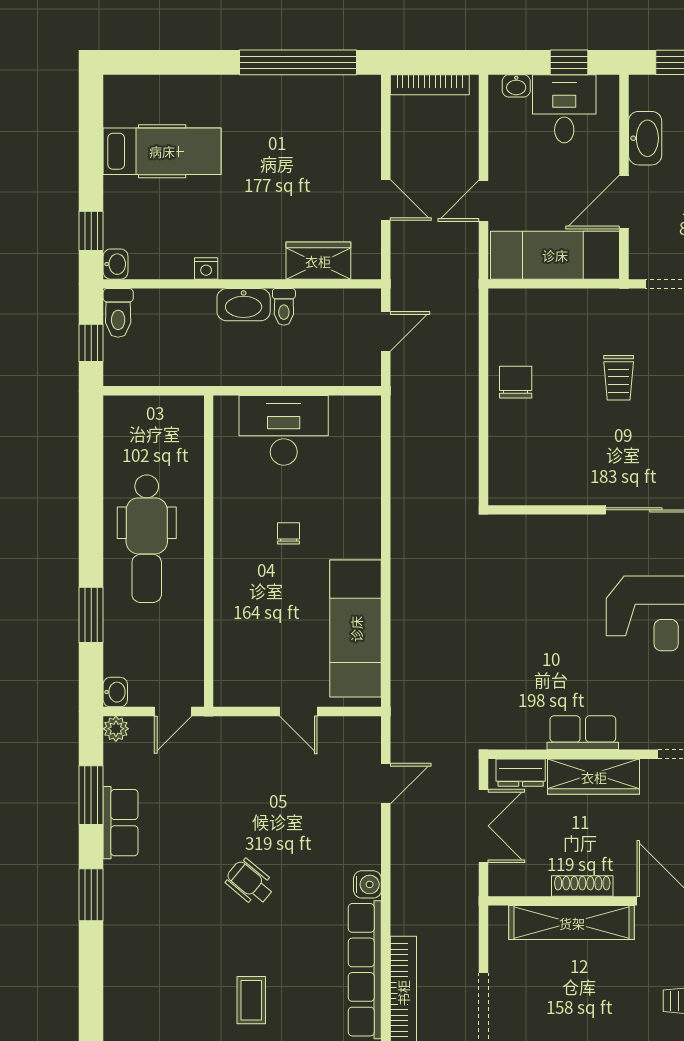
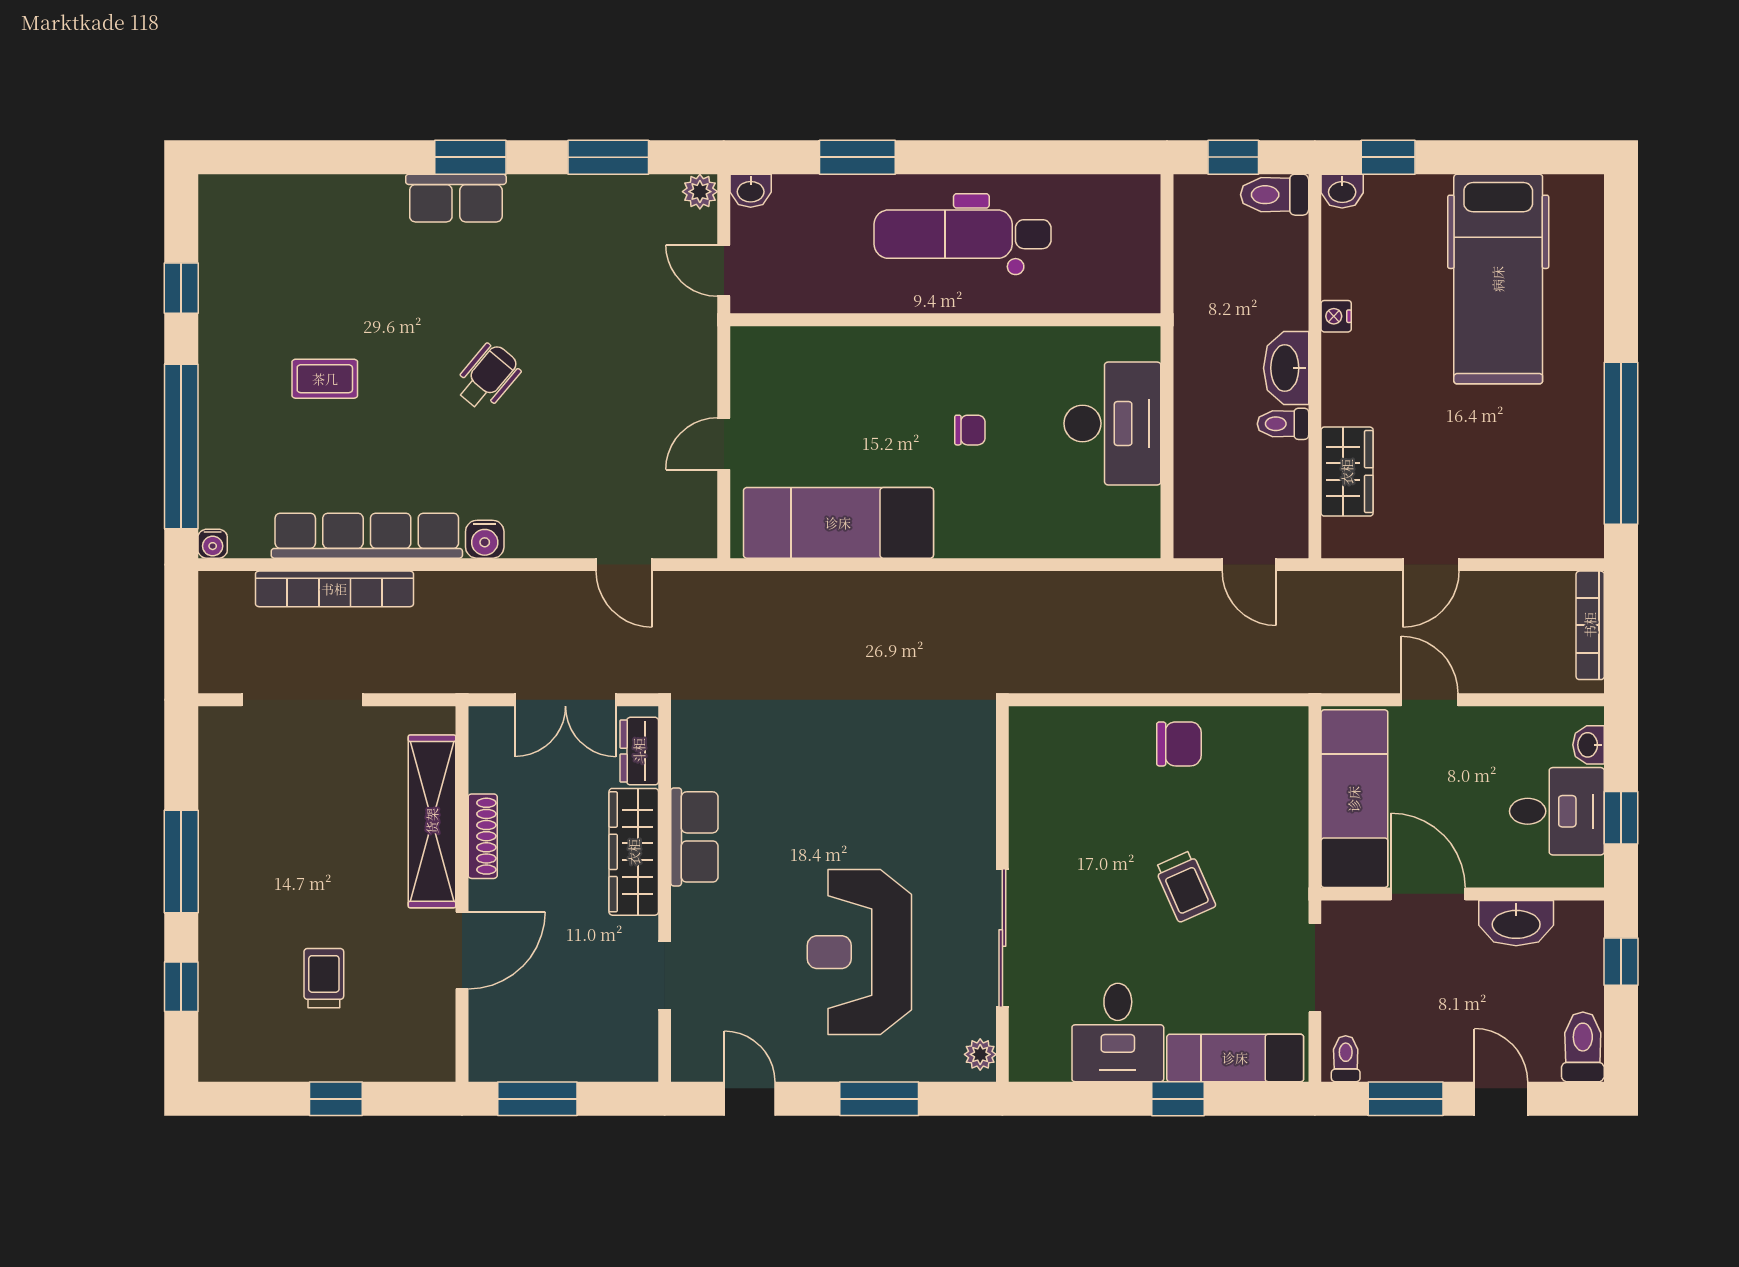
hospital bed: (162, 151) -> (1498, 279), width x1.37, depth x1.29
trolley: (619, 378) -> (1185, 886), turned -114
row of seats: (121, 823) -> (456, 198), moved

